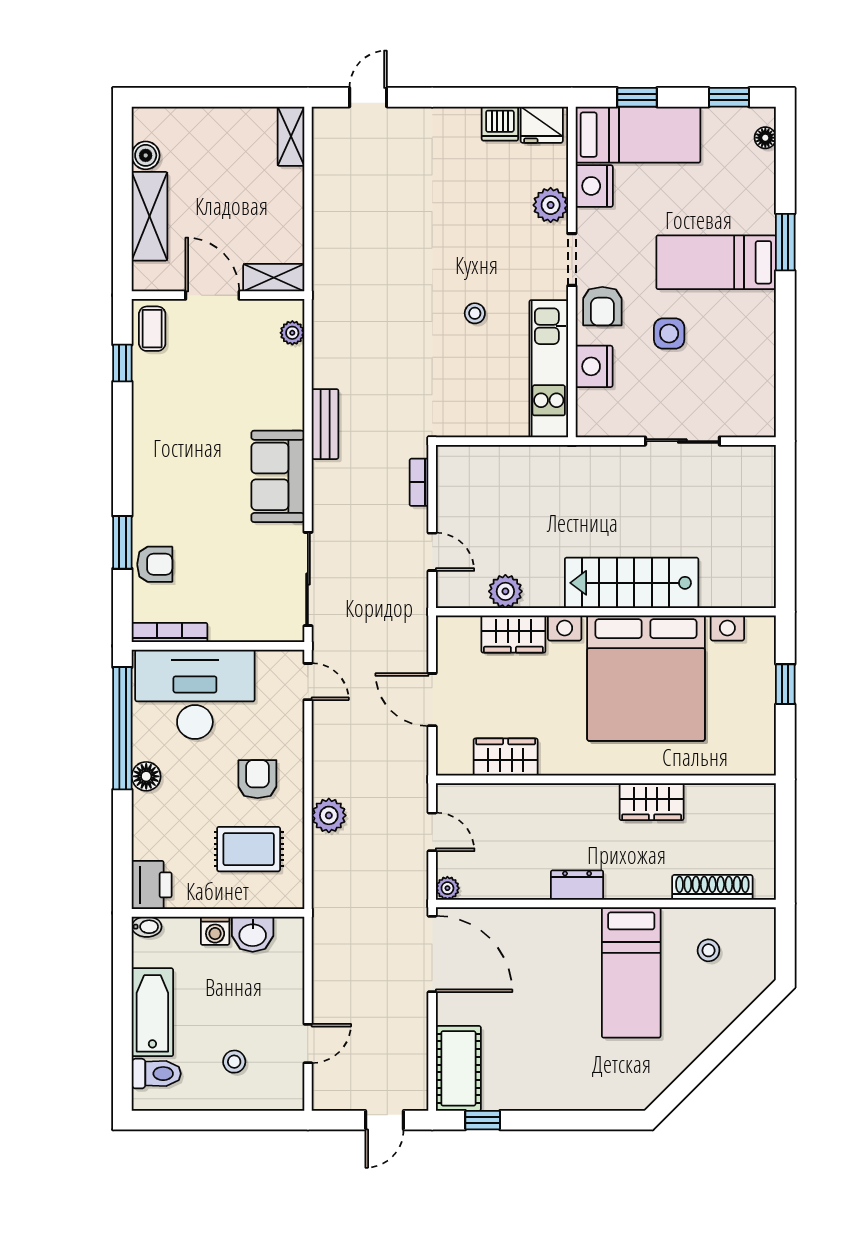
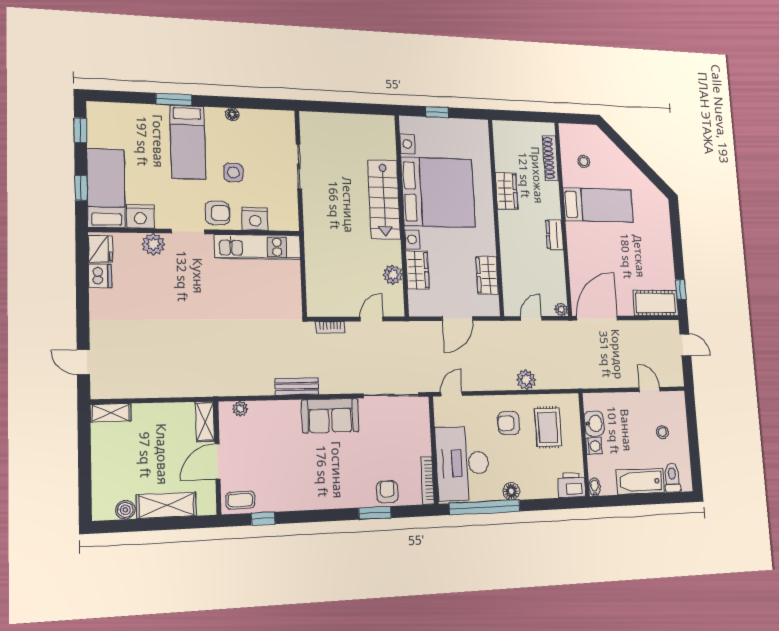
floor lamp: (765, 138) -> (232, 114), moved
stool: (475, 313) -> (224, 293), removed

